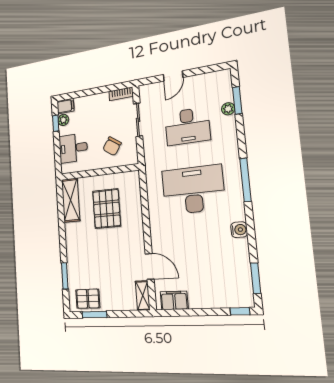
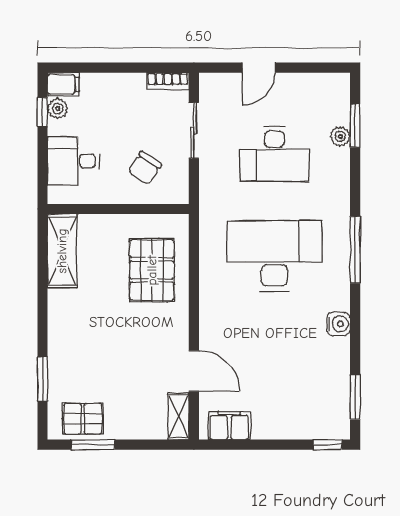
pallet: (107, 209) -> (152, 270), moved

